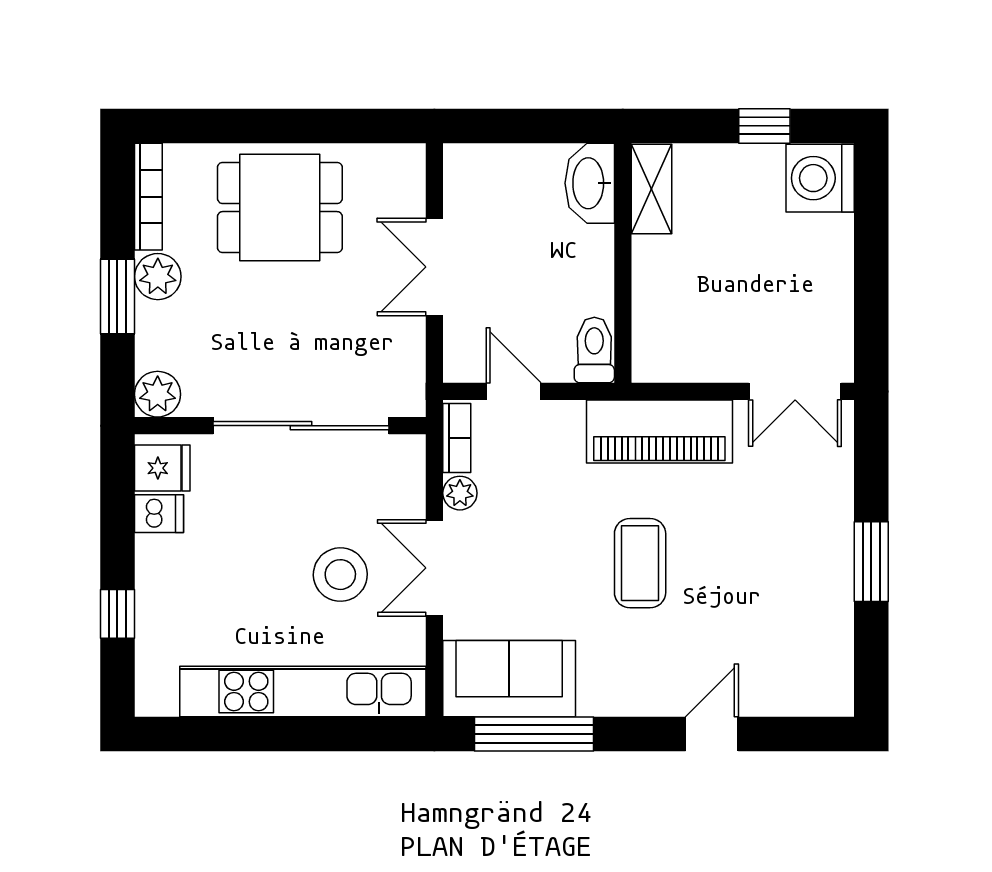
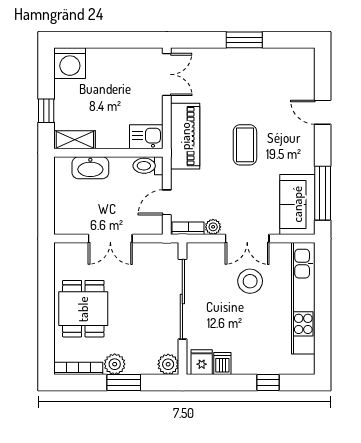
window: (764, 126) -> (46, 111), moved
washbasin: (590, 183) -> (90, 168), moved
kitchen sink: (658, 346) -> (146, 137), added
coffee table: (640, 563) -> (245, 145), turned 90

